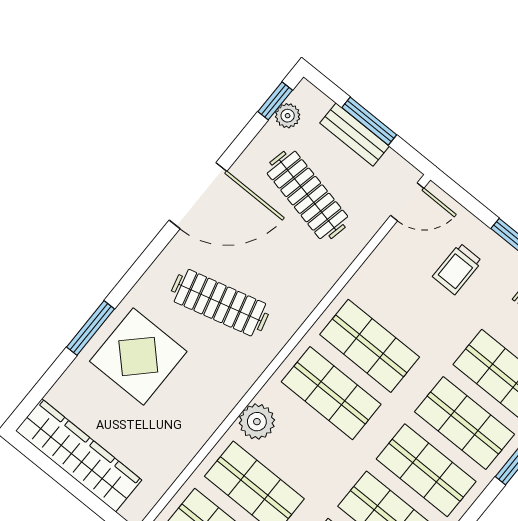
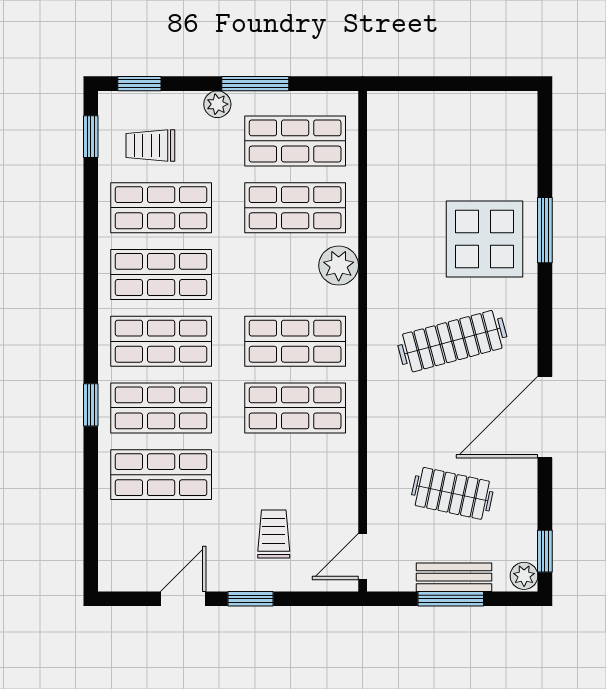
plant: (288, 116) -> (524, 576), moved
clothes rail: (307, 195) -> (452, 493), width x0.73
wardrobe: (79, 455) -> (467, 114), removed

